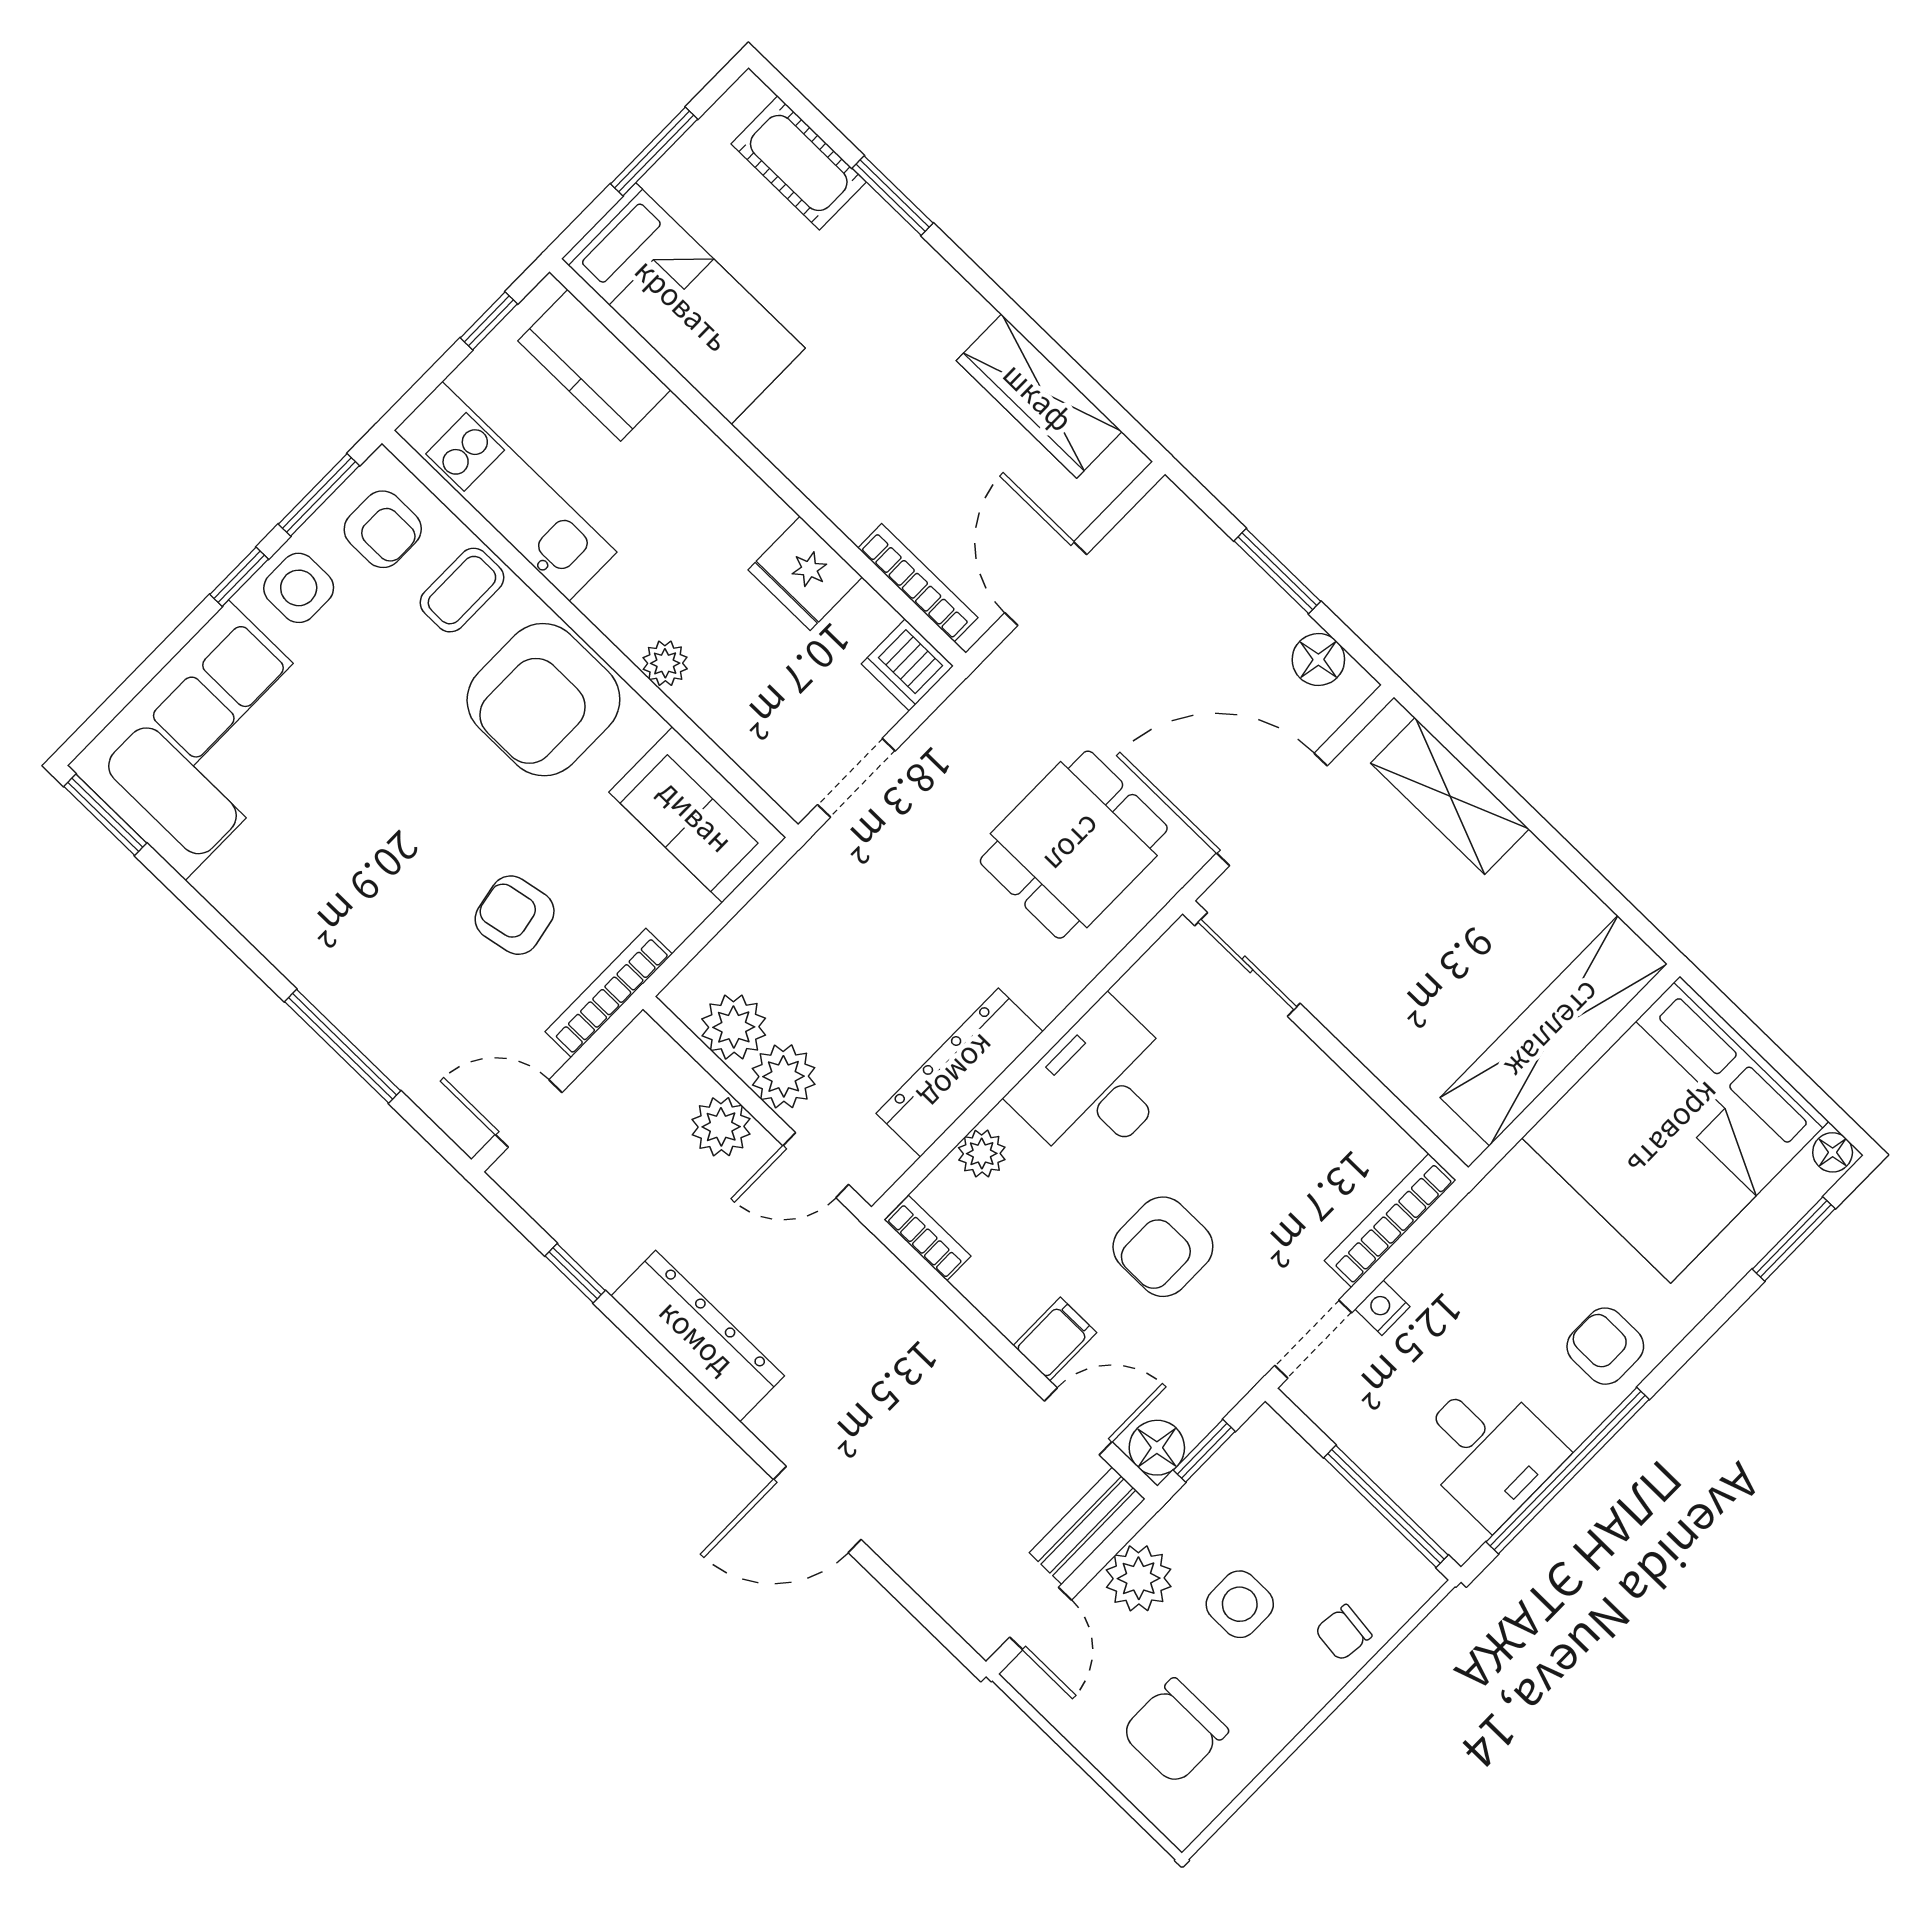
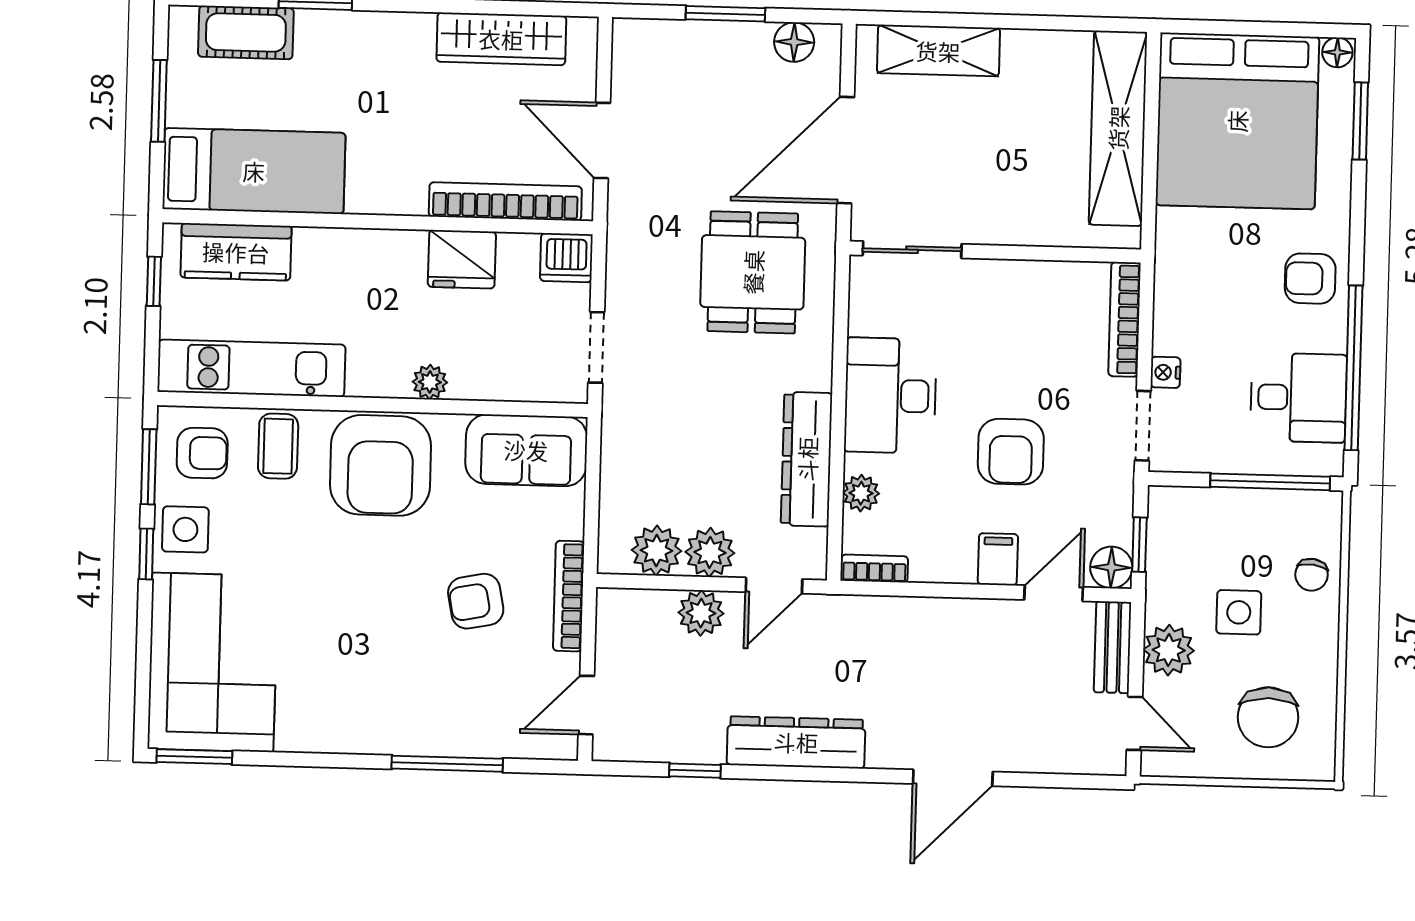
bookcase: (918, 583) -> (505, 201), width x1.48, depth x1.31

